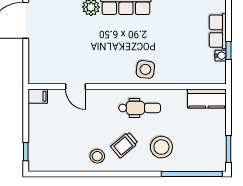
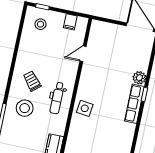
filing cabinet: (38, 96) -> (70, 22), moved
stool: (97, 156) -> (40, 24), moved

